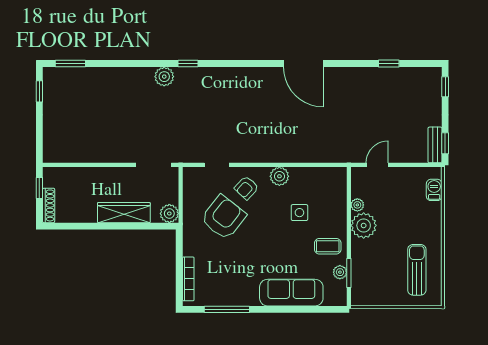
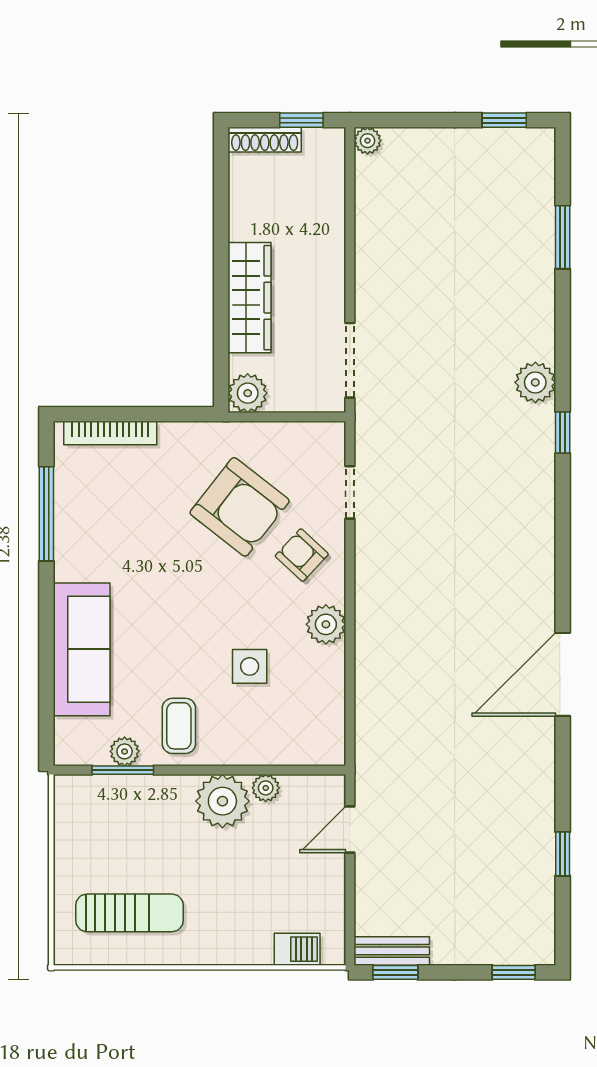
window: (70, 64) -> (563, 237), moved
plant: (49, 156) -> (368, 141), added
door: (377, 165) -> (350, 830), swing flipped

